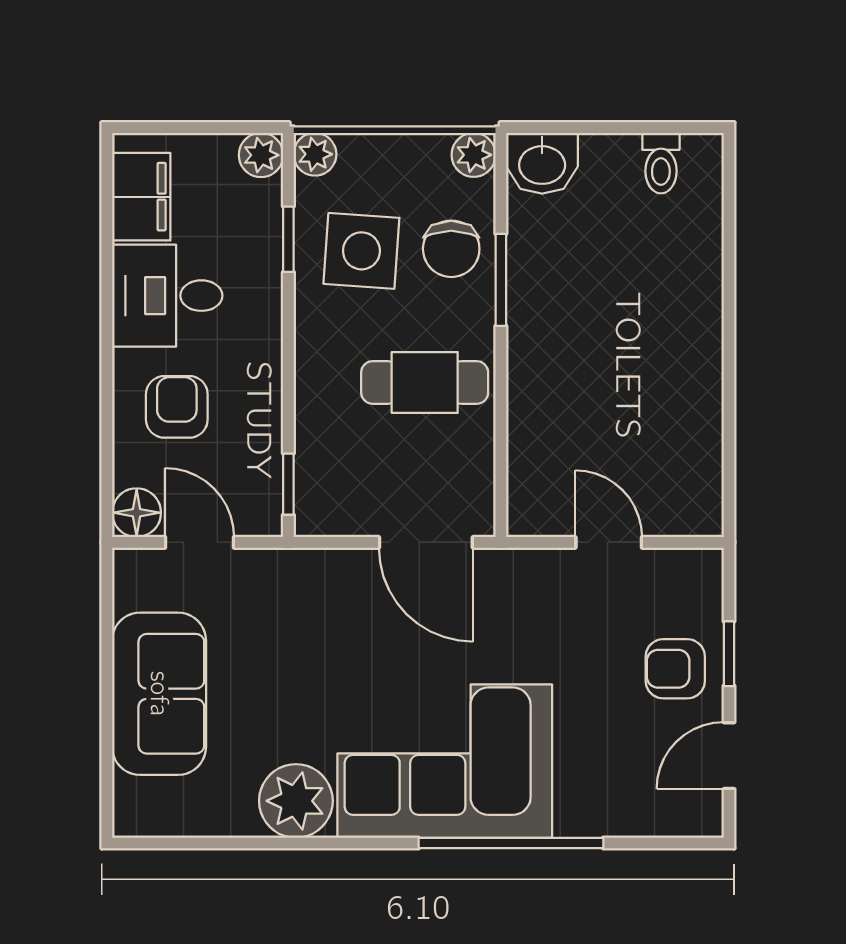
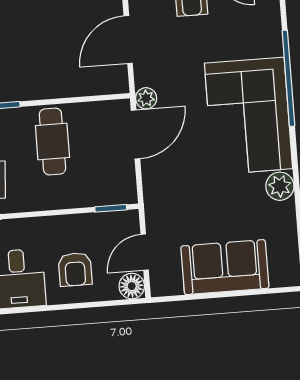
armchair: (177, 407) -> (75, 269), turned -90
door: (609, 542) -> (128, 39), width x1.38
plant: (494, 568) -> (146, 98), added
plant: (296, 801) -> (280, 186), width x0.73, depth x0.73

